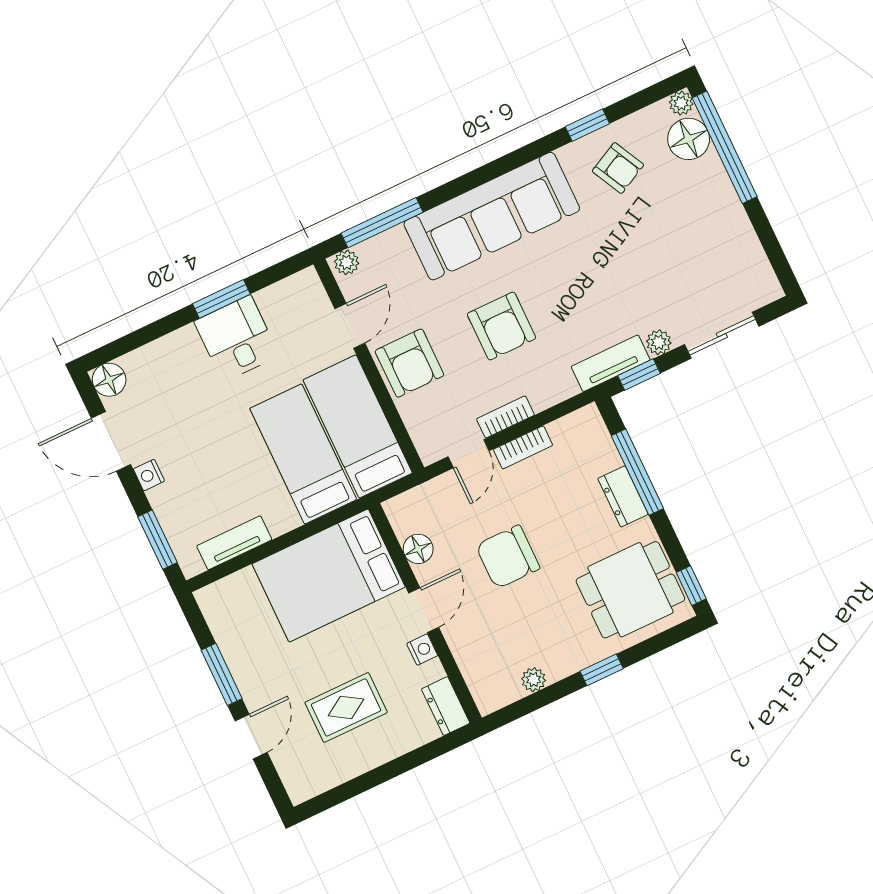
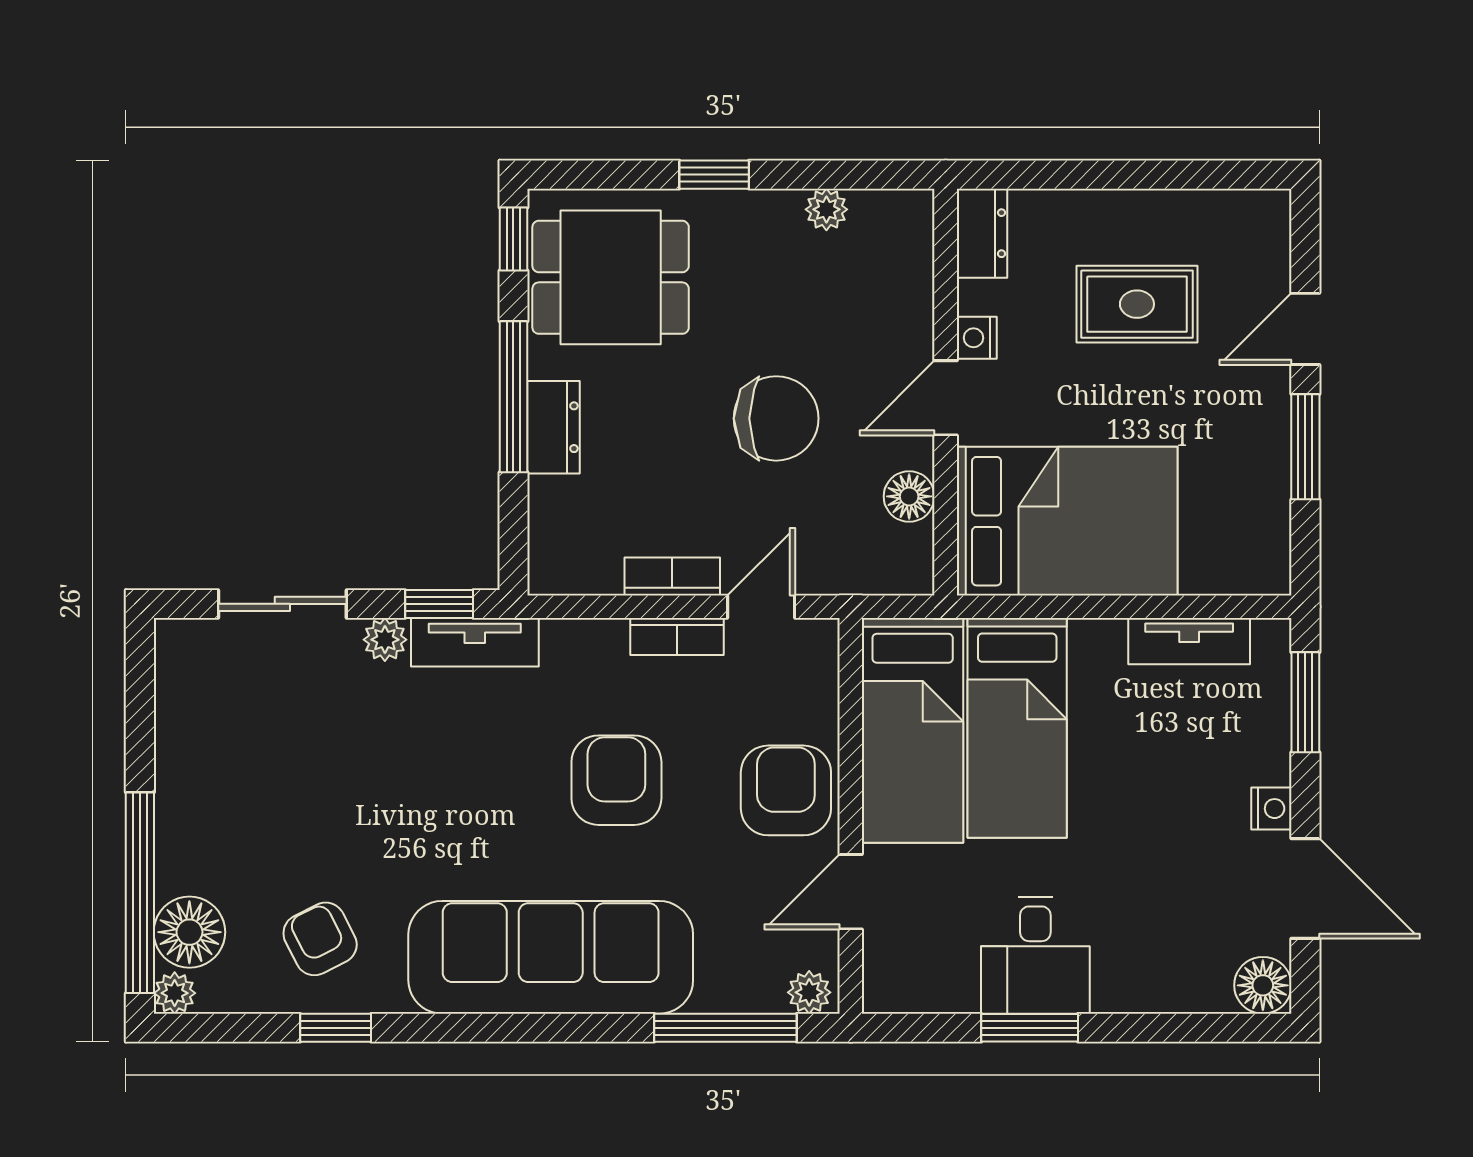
window: (637, 472) -> (513, 397), moved

